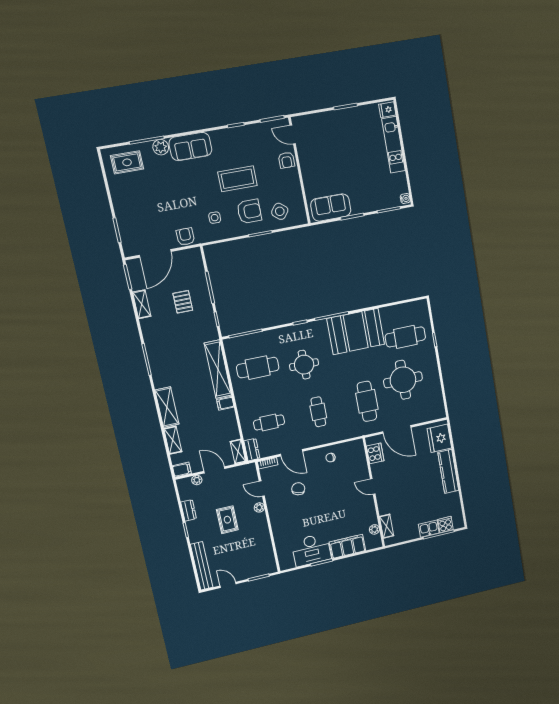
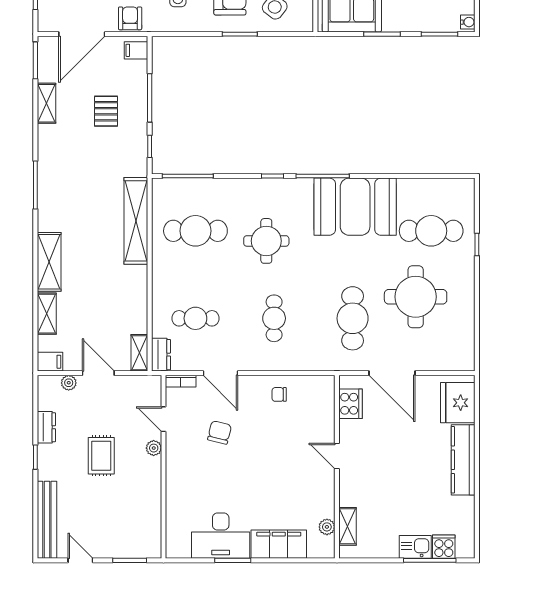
filing cabinet: (225, 403) -> (136, 50), moved

